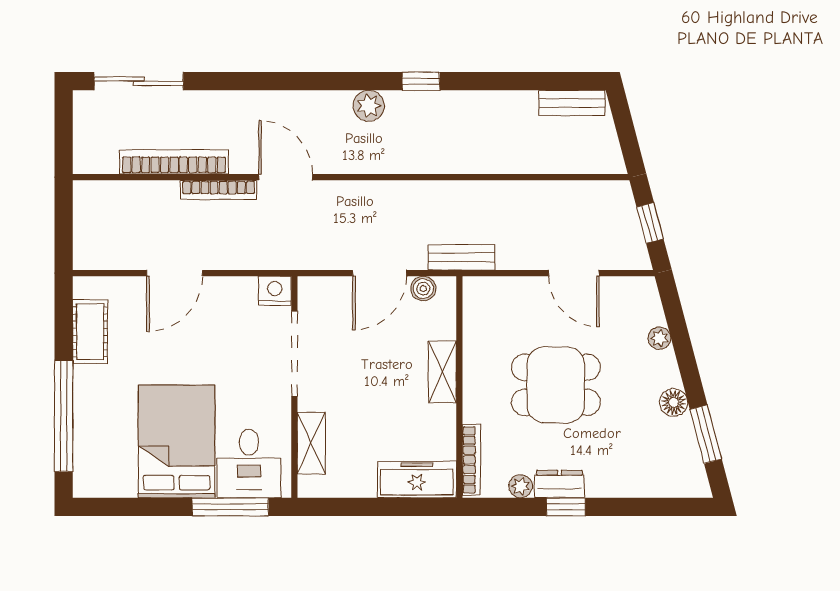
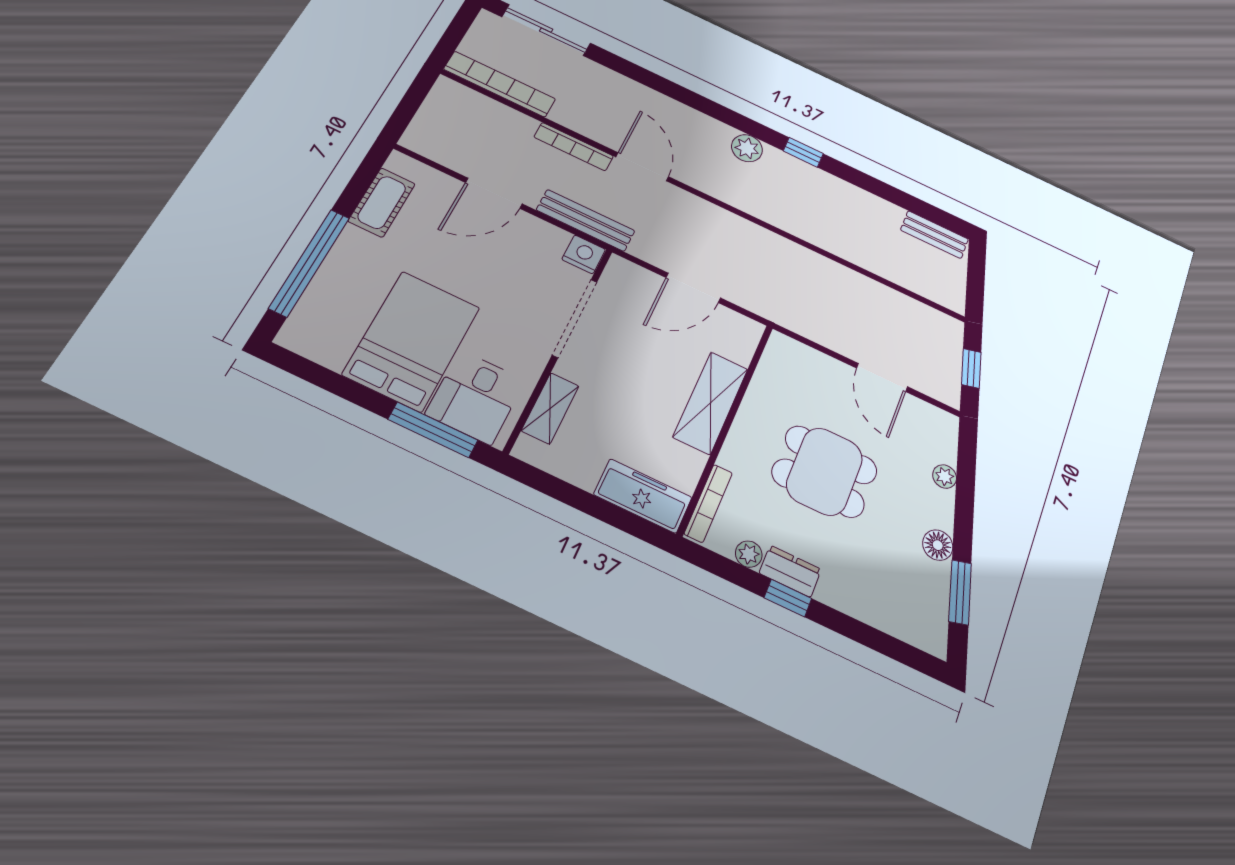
bookcase: (174, 162) -> (500, 84), moved
bench: (461, 257) -> (586, 220), moved, width x1.36
boiler: (423, 289) -> (730, 321), removed
shelving: (442, 372) -> (711, 403), width x1.50, depth x1.33

